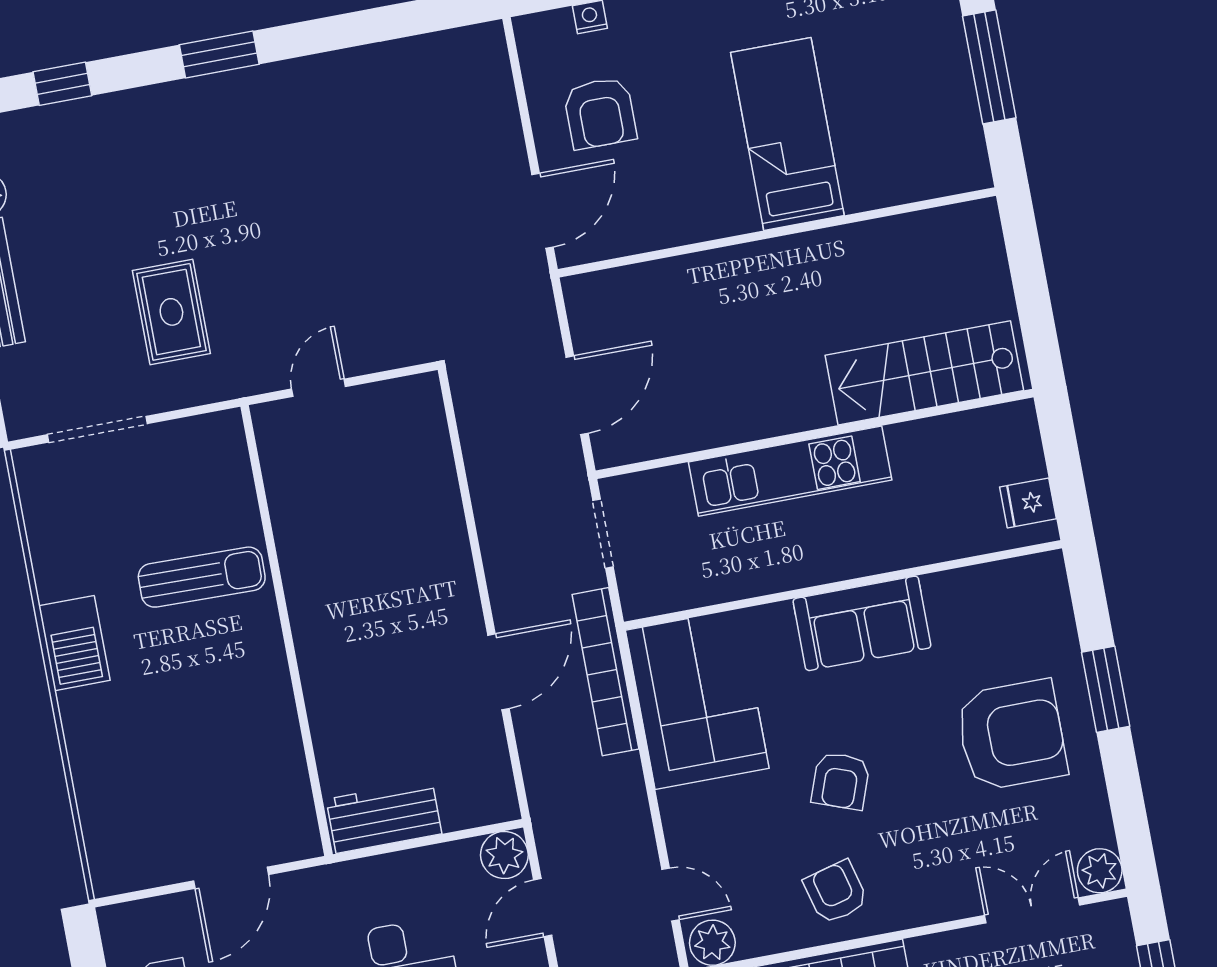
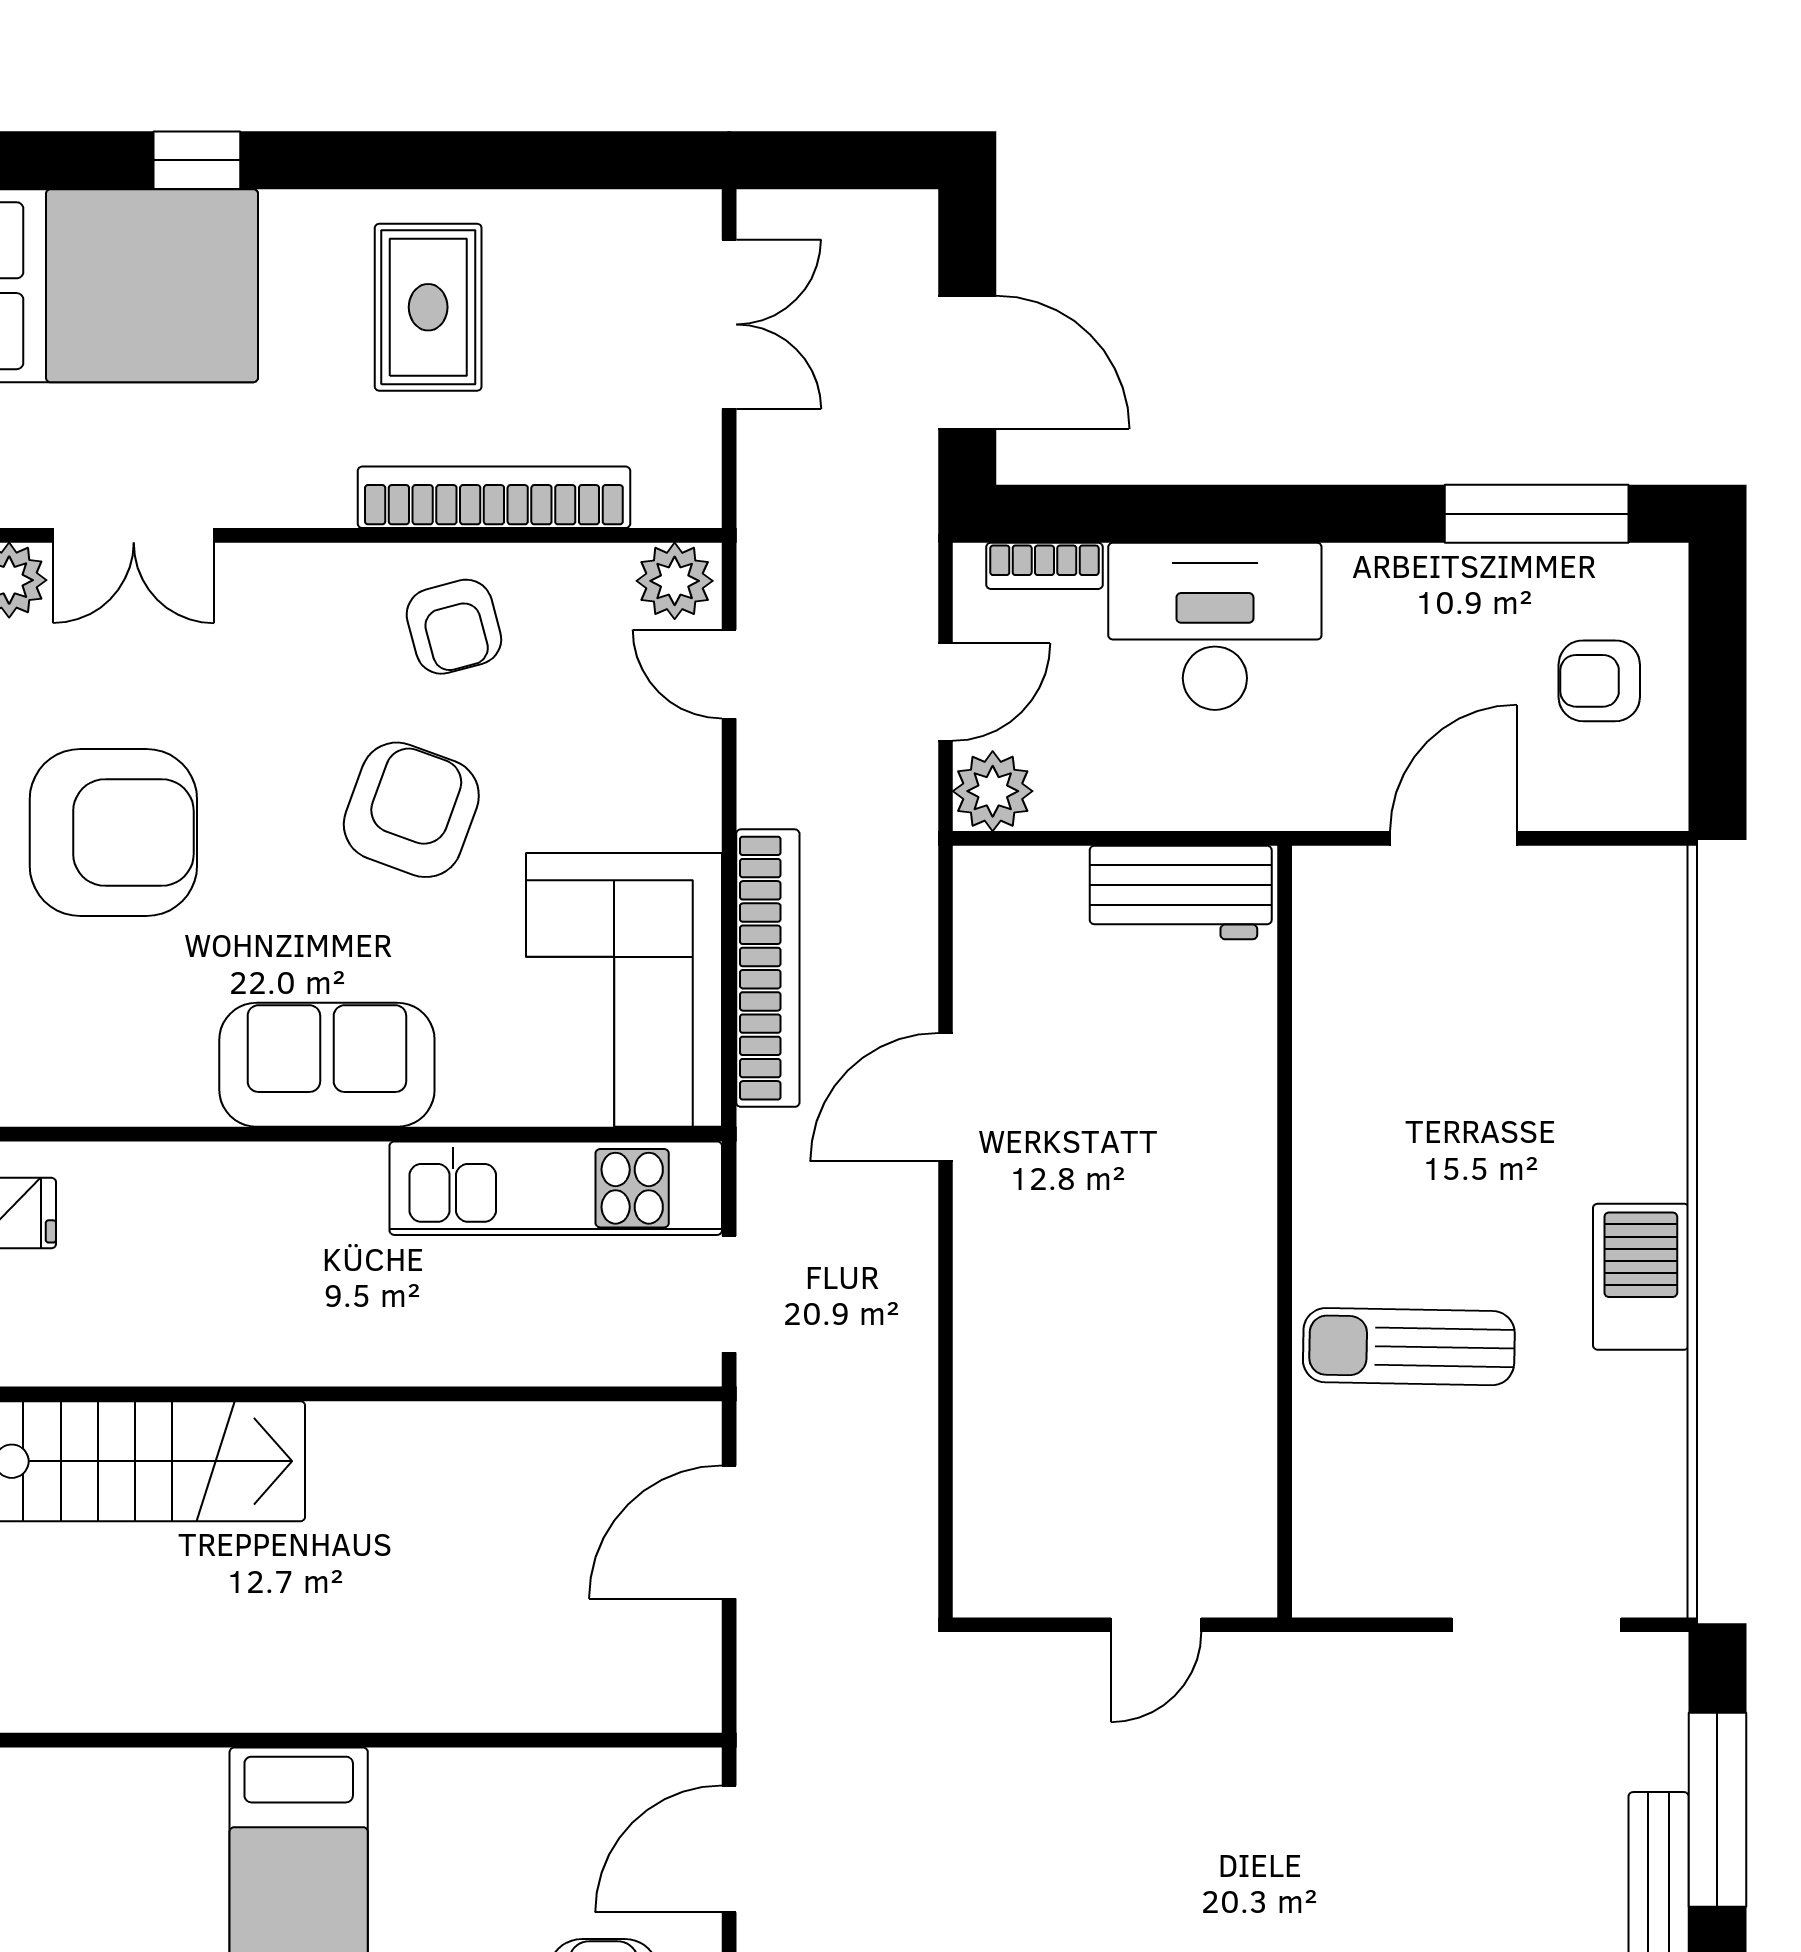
rug: (171, 312) -> (1377, 1796), removed
kitchen unit: (790, 471) -> (556, 1188), moved, turned 180
bookcase: (605, 672) -> (768, 968), moved
armchair: (1012, 735) -> (113, 832), turned 180
armchair: (841, 781) -> (411, 810), width x1.38, depth x1.38

